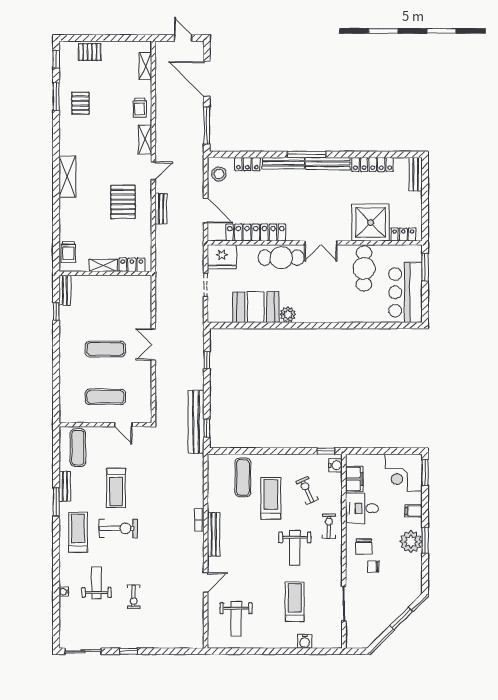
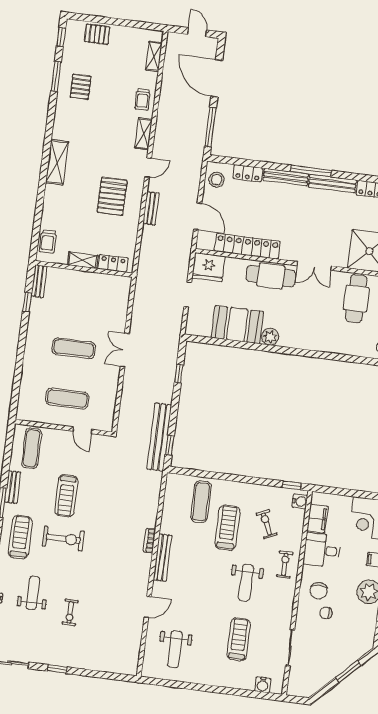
water cooler: (305, 641) -> (263, 685), moved

